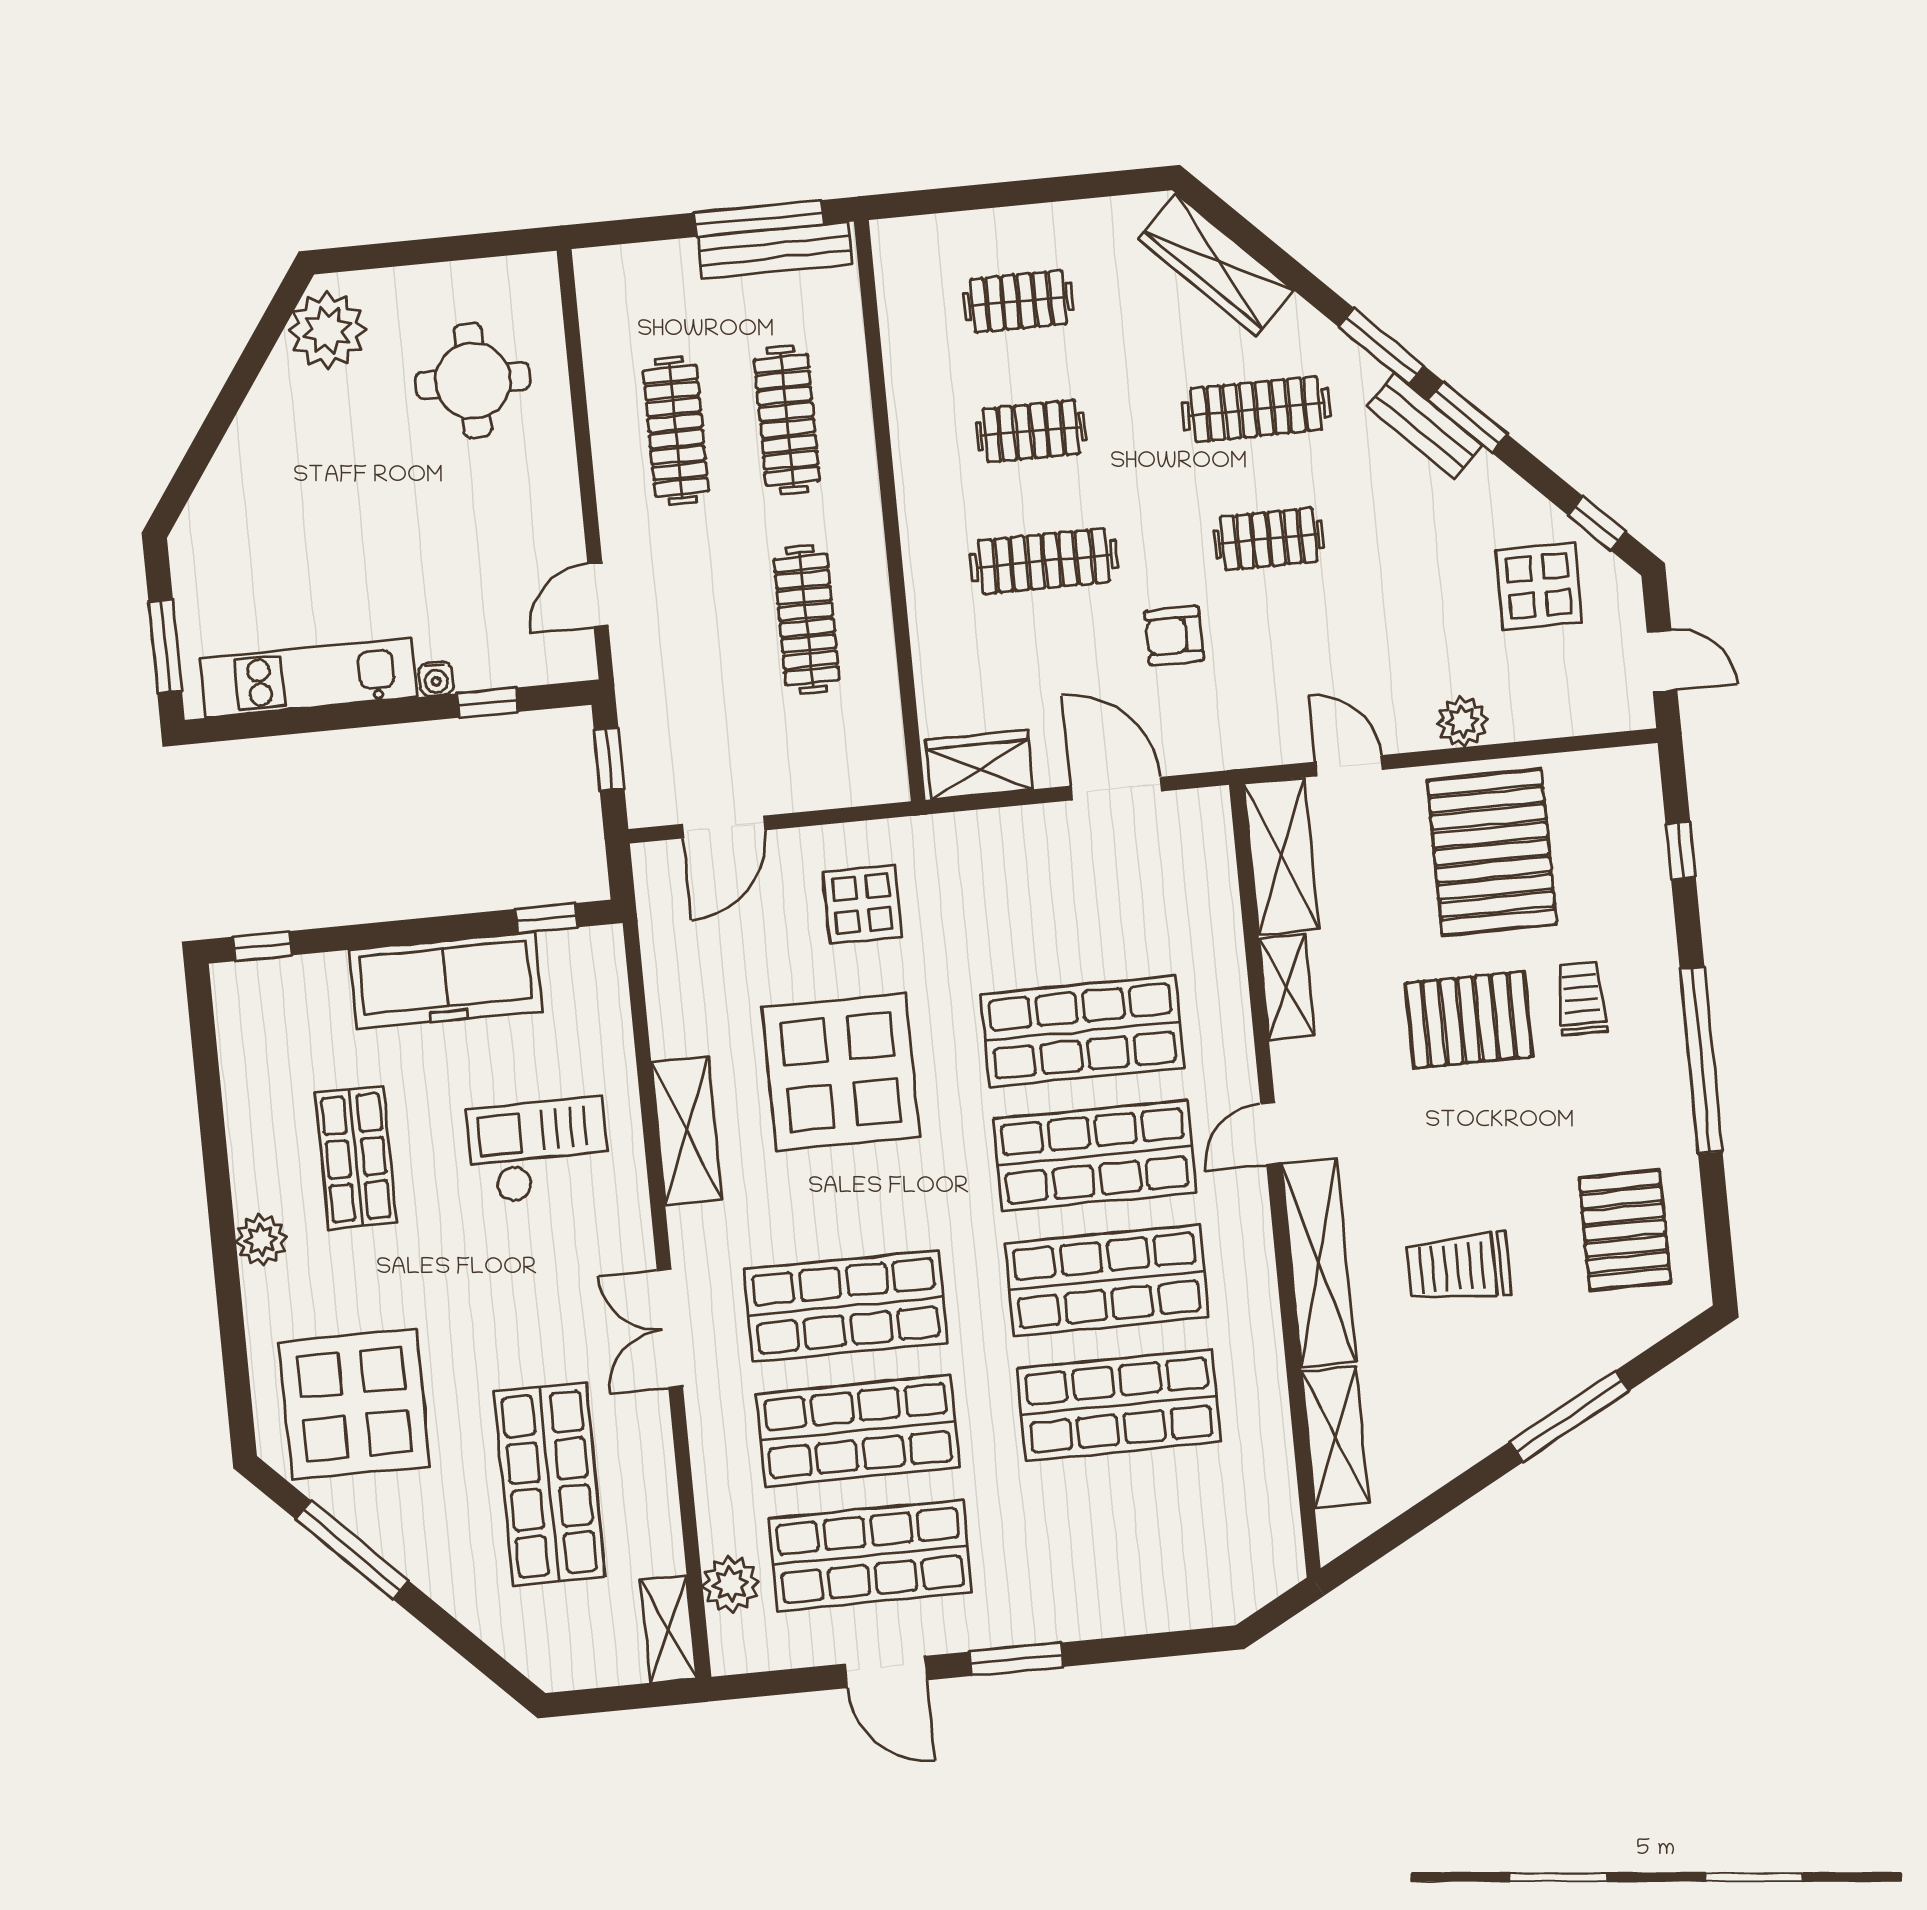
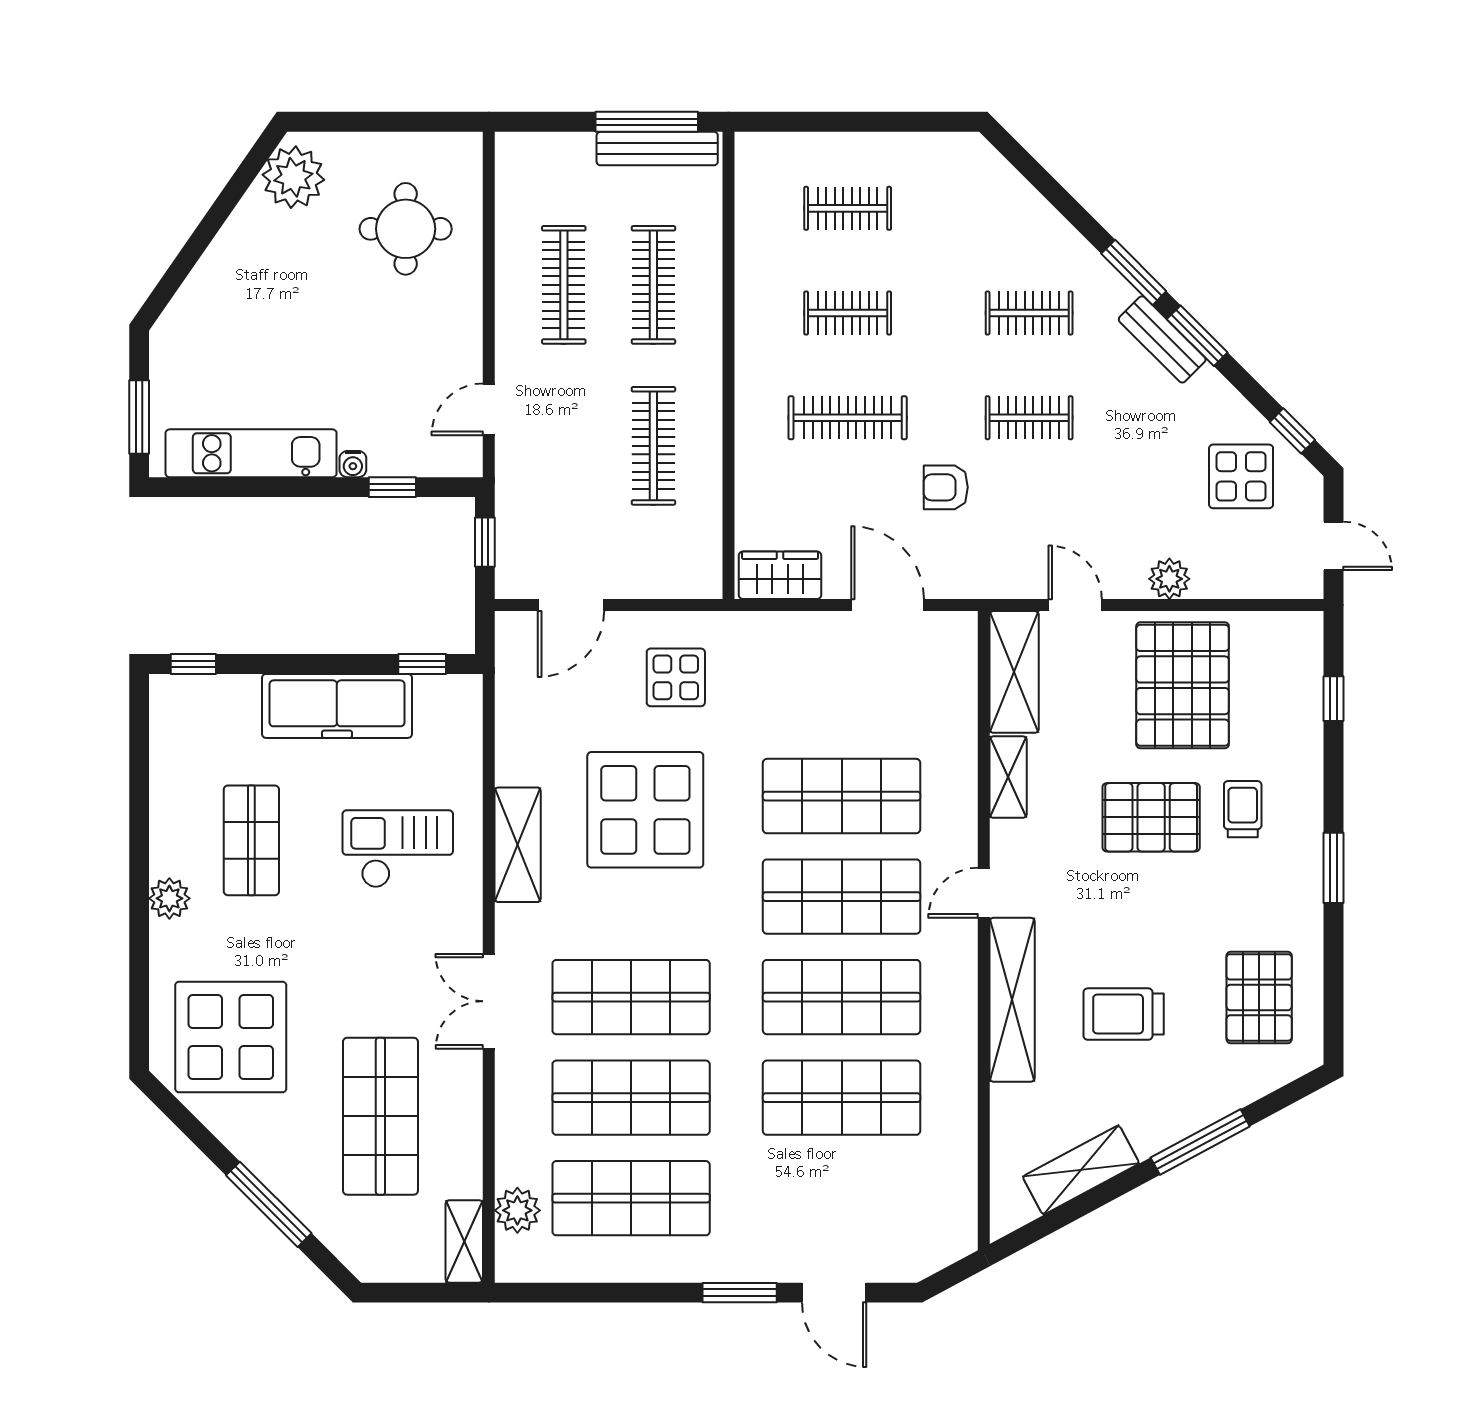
wardrobe: (1216, 265) -> (1008, 194), removed
clothes rail: (1256, 409) -> (1029, 313), width x0.73
window: (1701, 1060) -> (1334, 868), width x0.47
shelving: (1335, 1437) -> (1081, 1170), moved, turned 62
window: (352, 1550) -> (269, 1204), moved
door: (886, 1672) -> (834, 1293), moved

